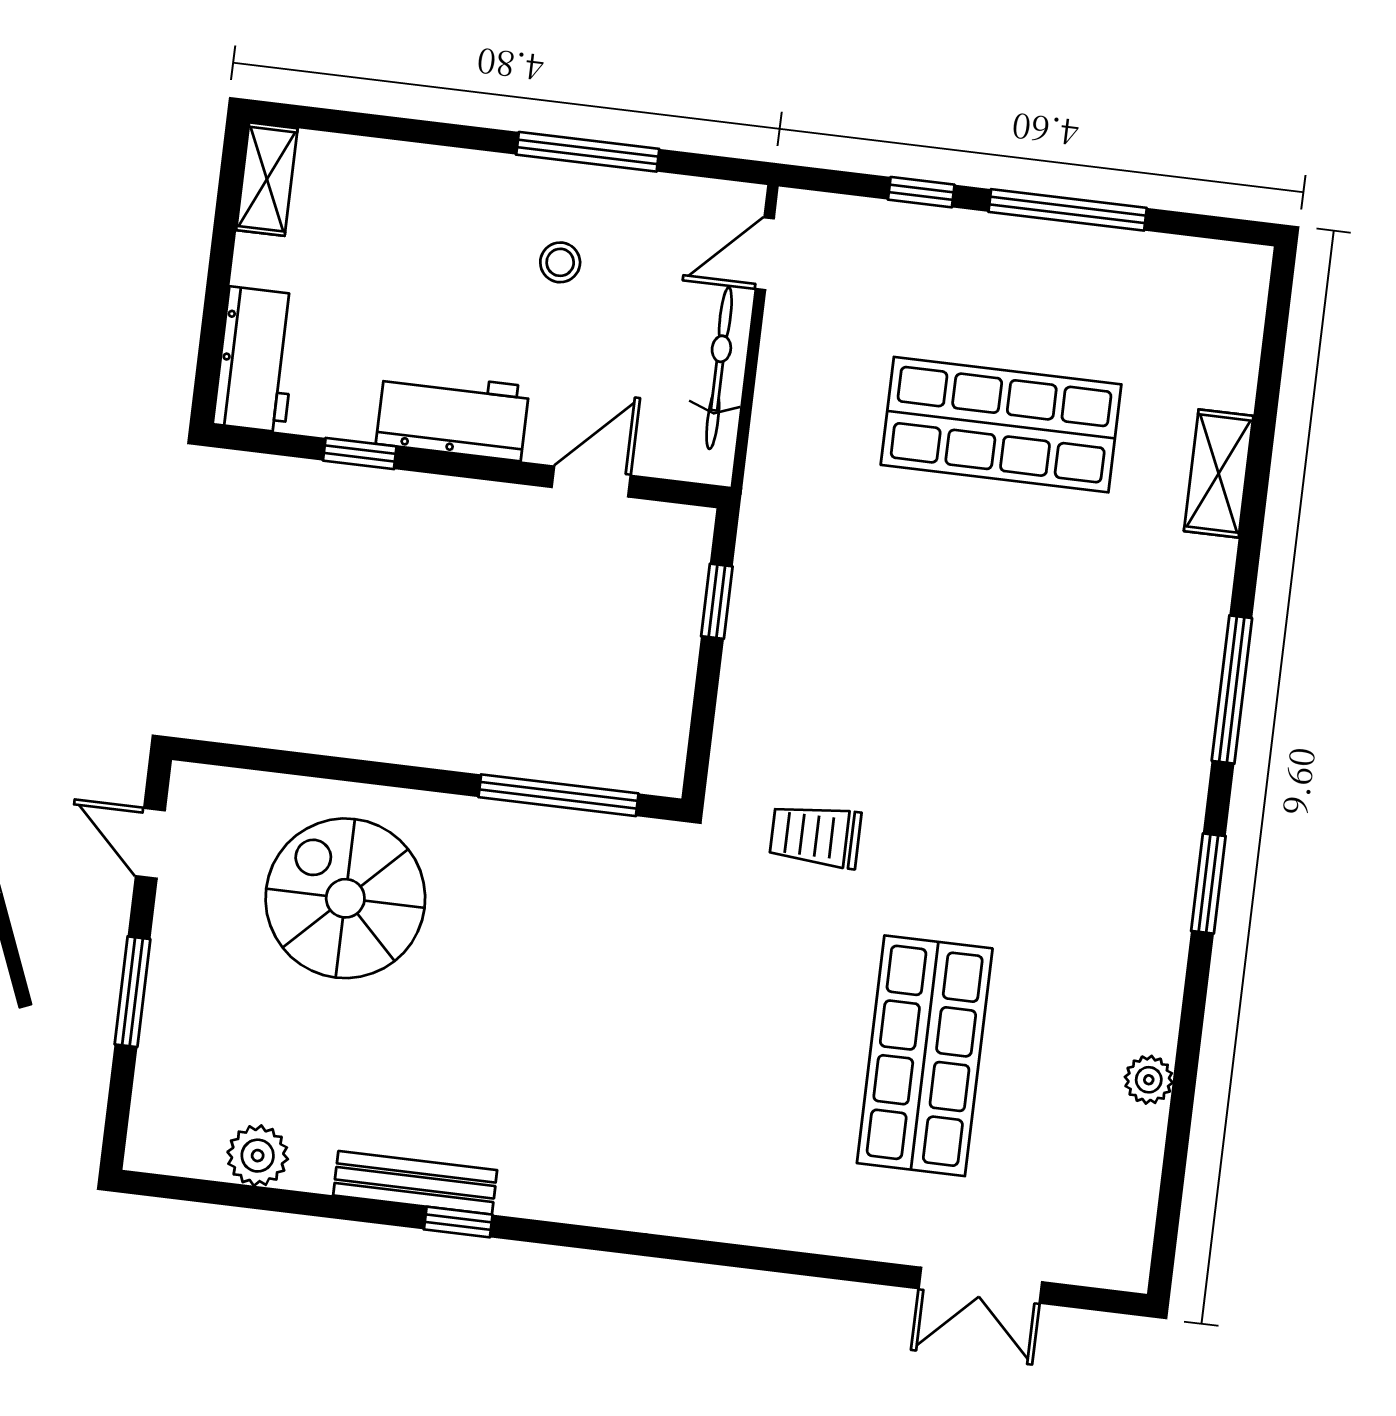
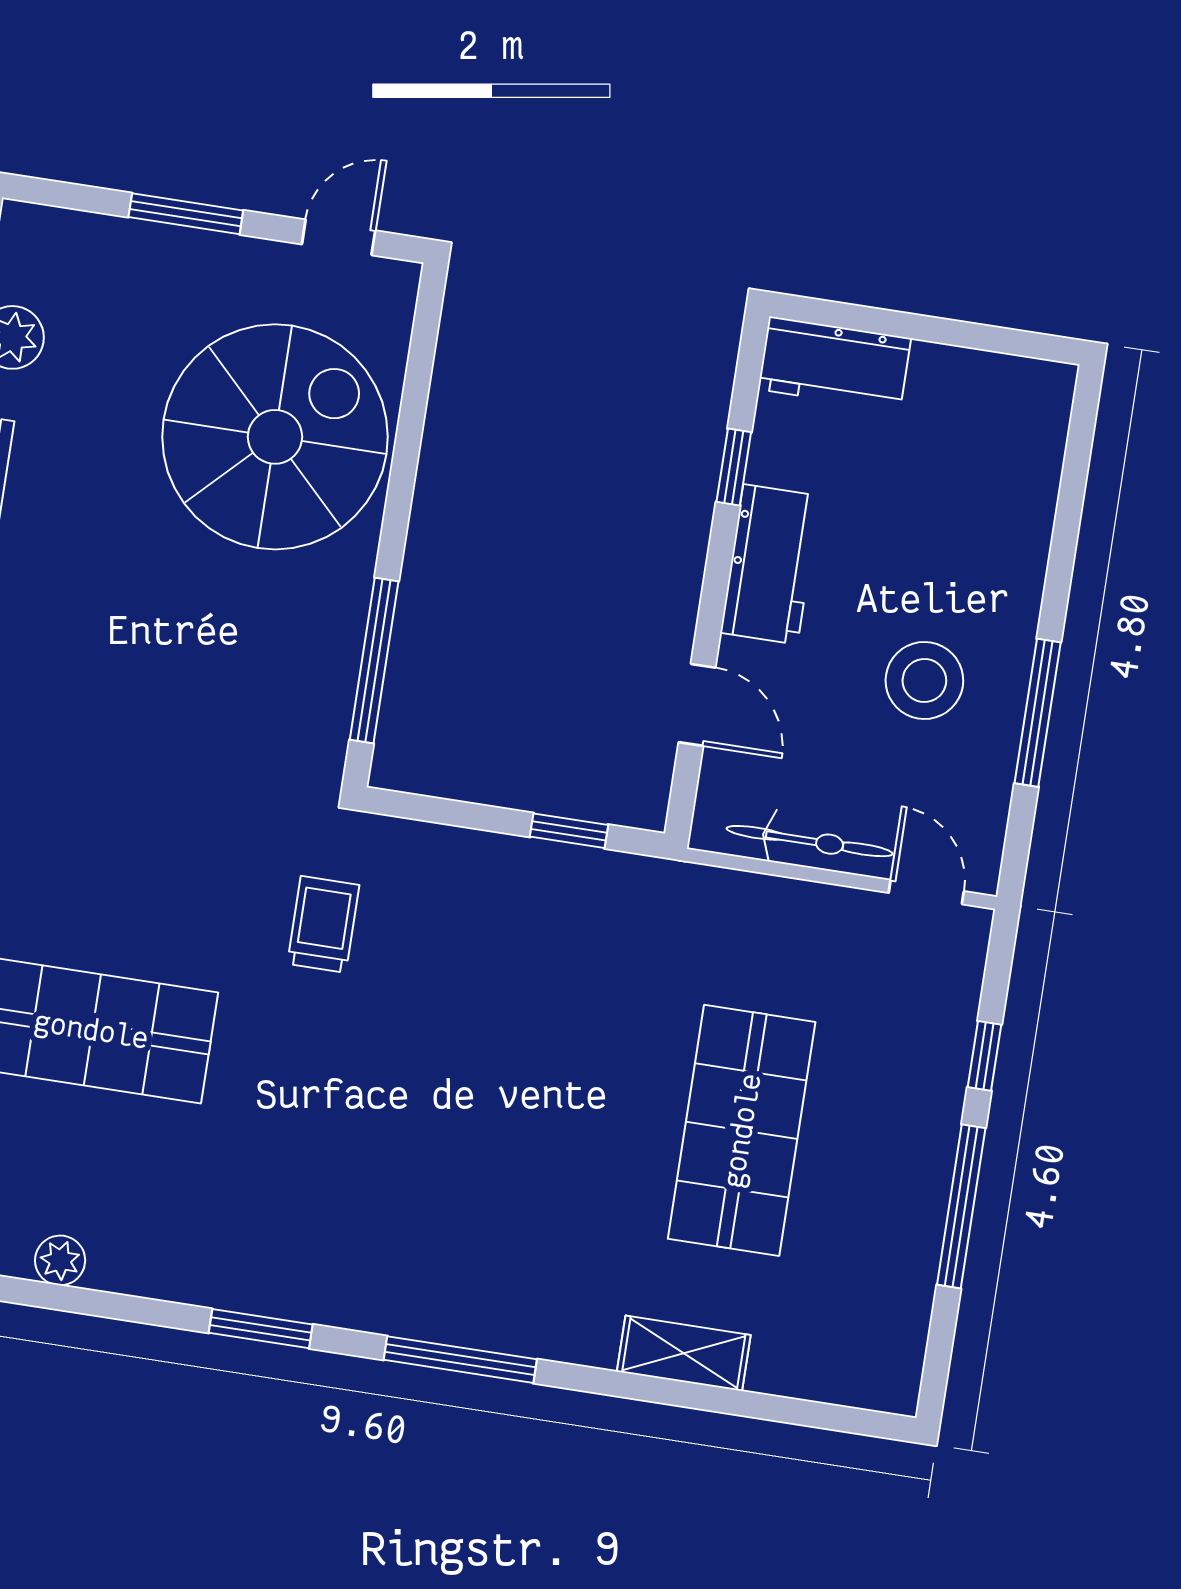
shelving: (267, 179) -> (1020, 380), removed
stool: (560, 262) -> (924, 681), width x1.89, depth x1.89
spiral stairs: (345, 898) -> (275, 437), width x1.37, depth x1.37

